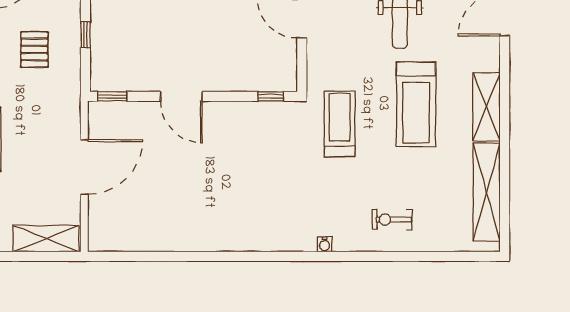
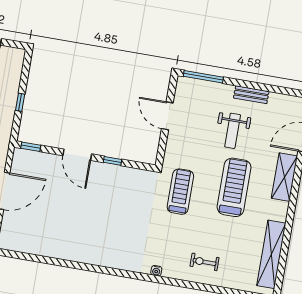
window: (271, 96) -> (113, 161), moved
treadmill: (416, 104) -> (234, 187), turned 180
shelving: (486, 107) -> (284, 177), moved

